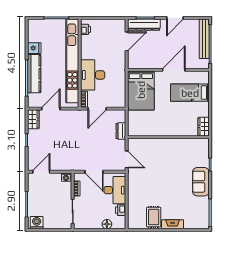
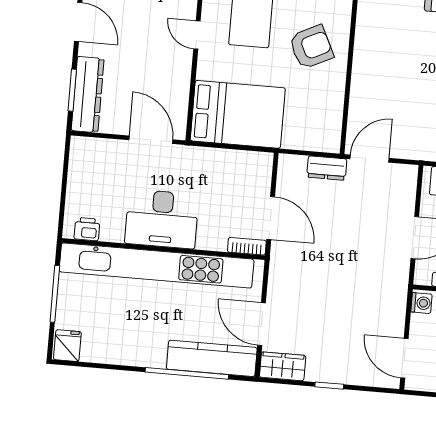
door: (127, 41) -> (151, 140), moved
fridge: (34, 48) -> (67, 346), moved
door: (174, 70) -> (197, 35), width x0.53
kitchen counter: (34, 74) -> (212, 358), moved
desk: (93, 75) -> (162, 219), moved
armchair: (173, 120) -> (311, 47), added
door: (127, 159) -> (370, 159), moved

